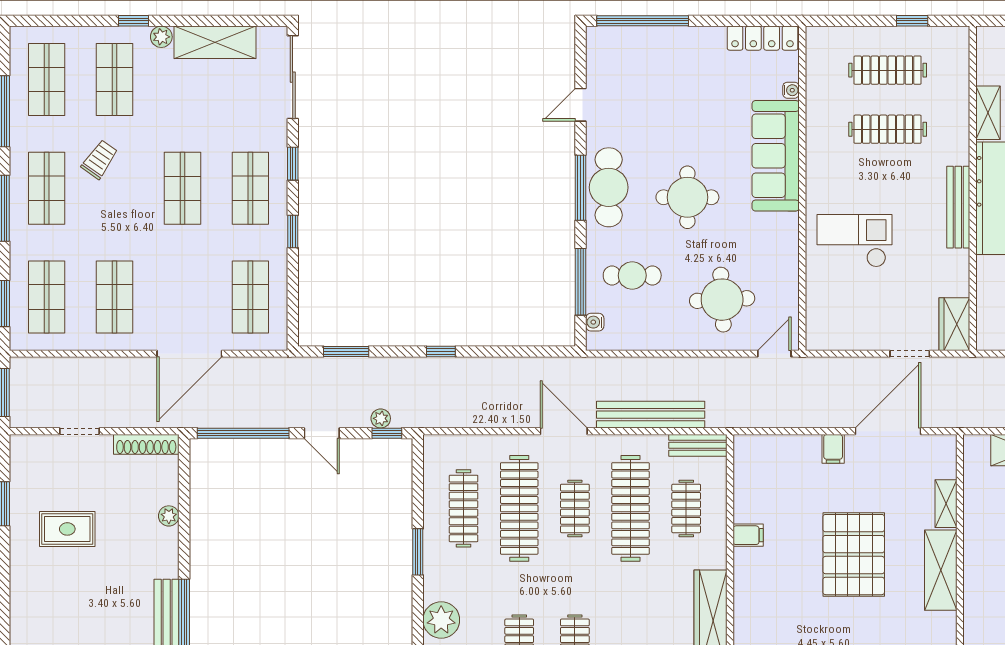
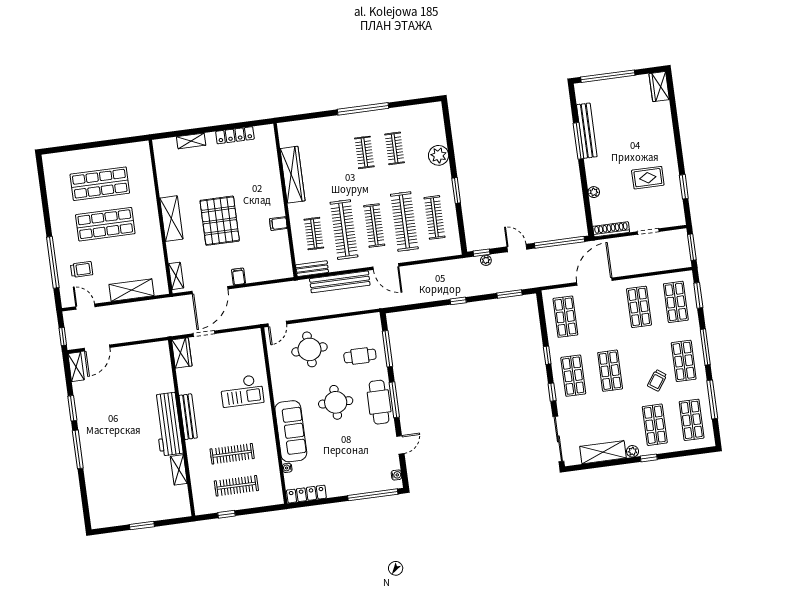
water cooler: (595, 322) -> (396, 475), moved
shelving: (946, 504) -> (176, 276), moved
clothes rail: (575, 508) -> (374, 226), width x1.36

